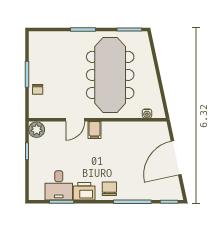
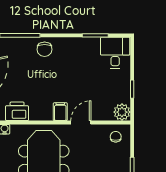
chair: (38, 89) -> (116, 137), moved
desk: (59, 185) -> (115, 53), moved
printer: (84, 191) -> (17, 111), moved, turned 180

